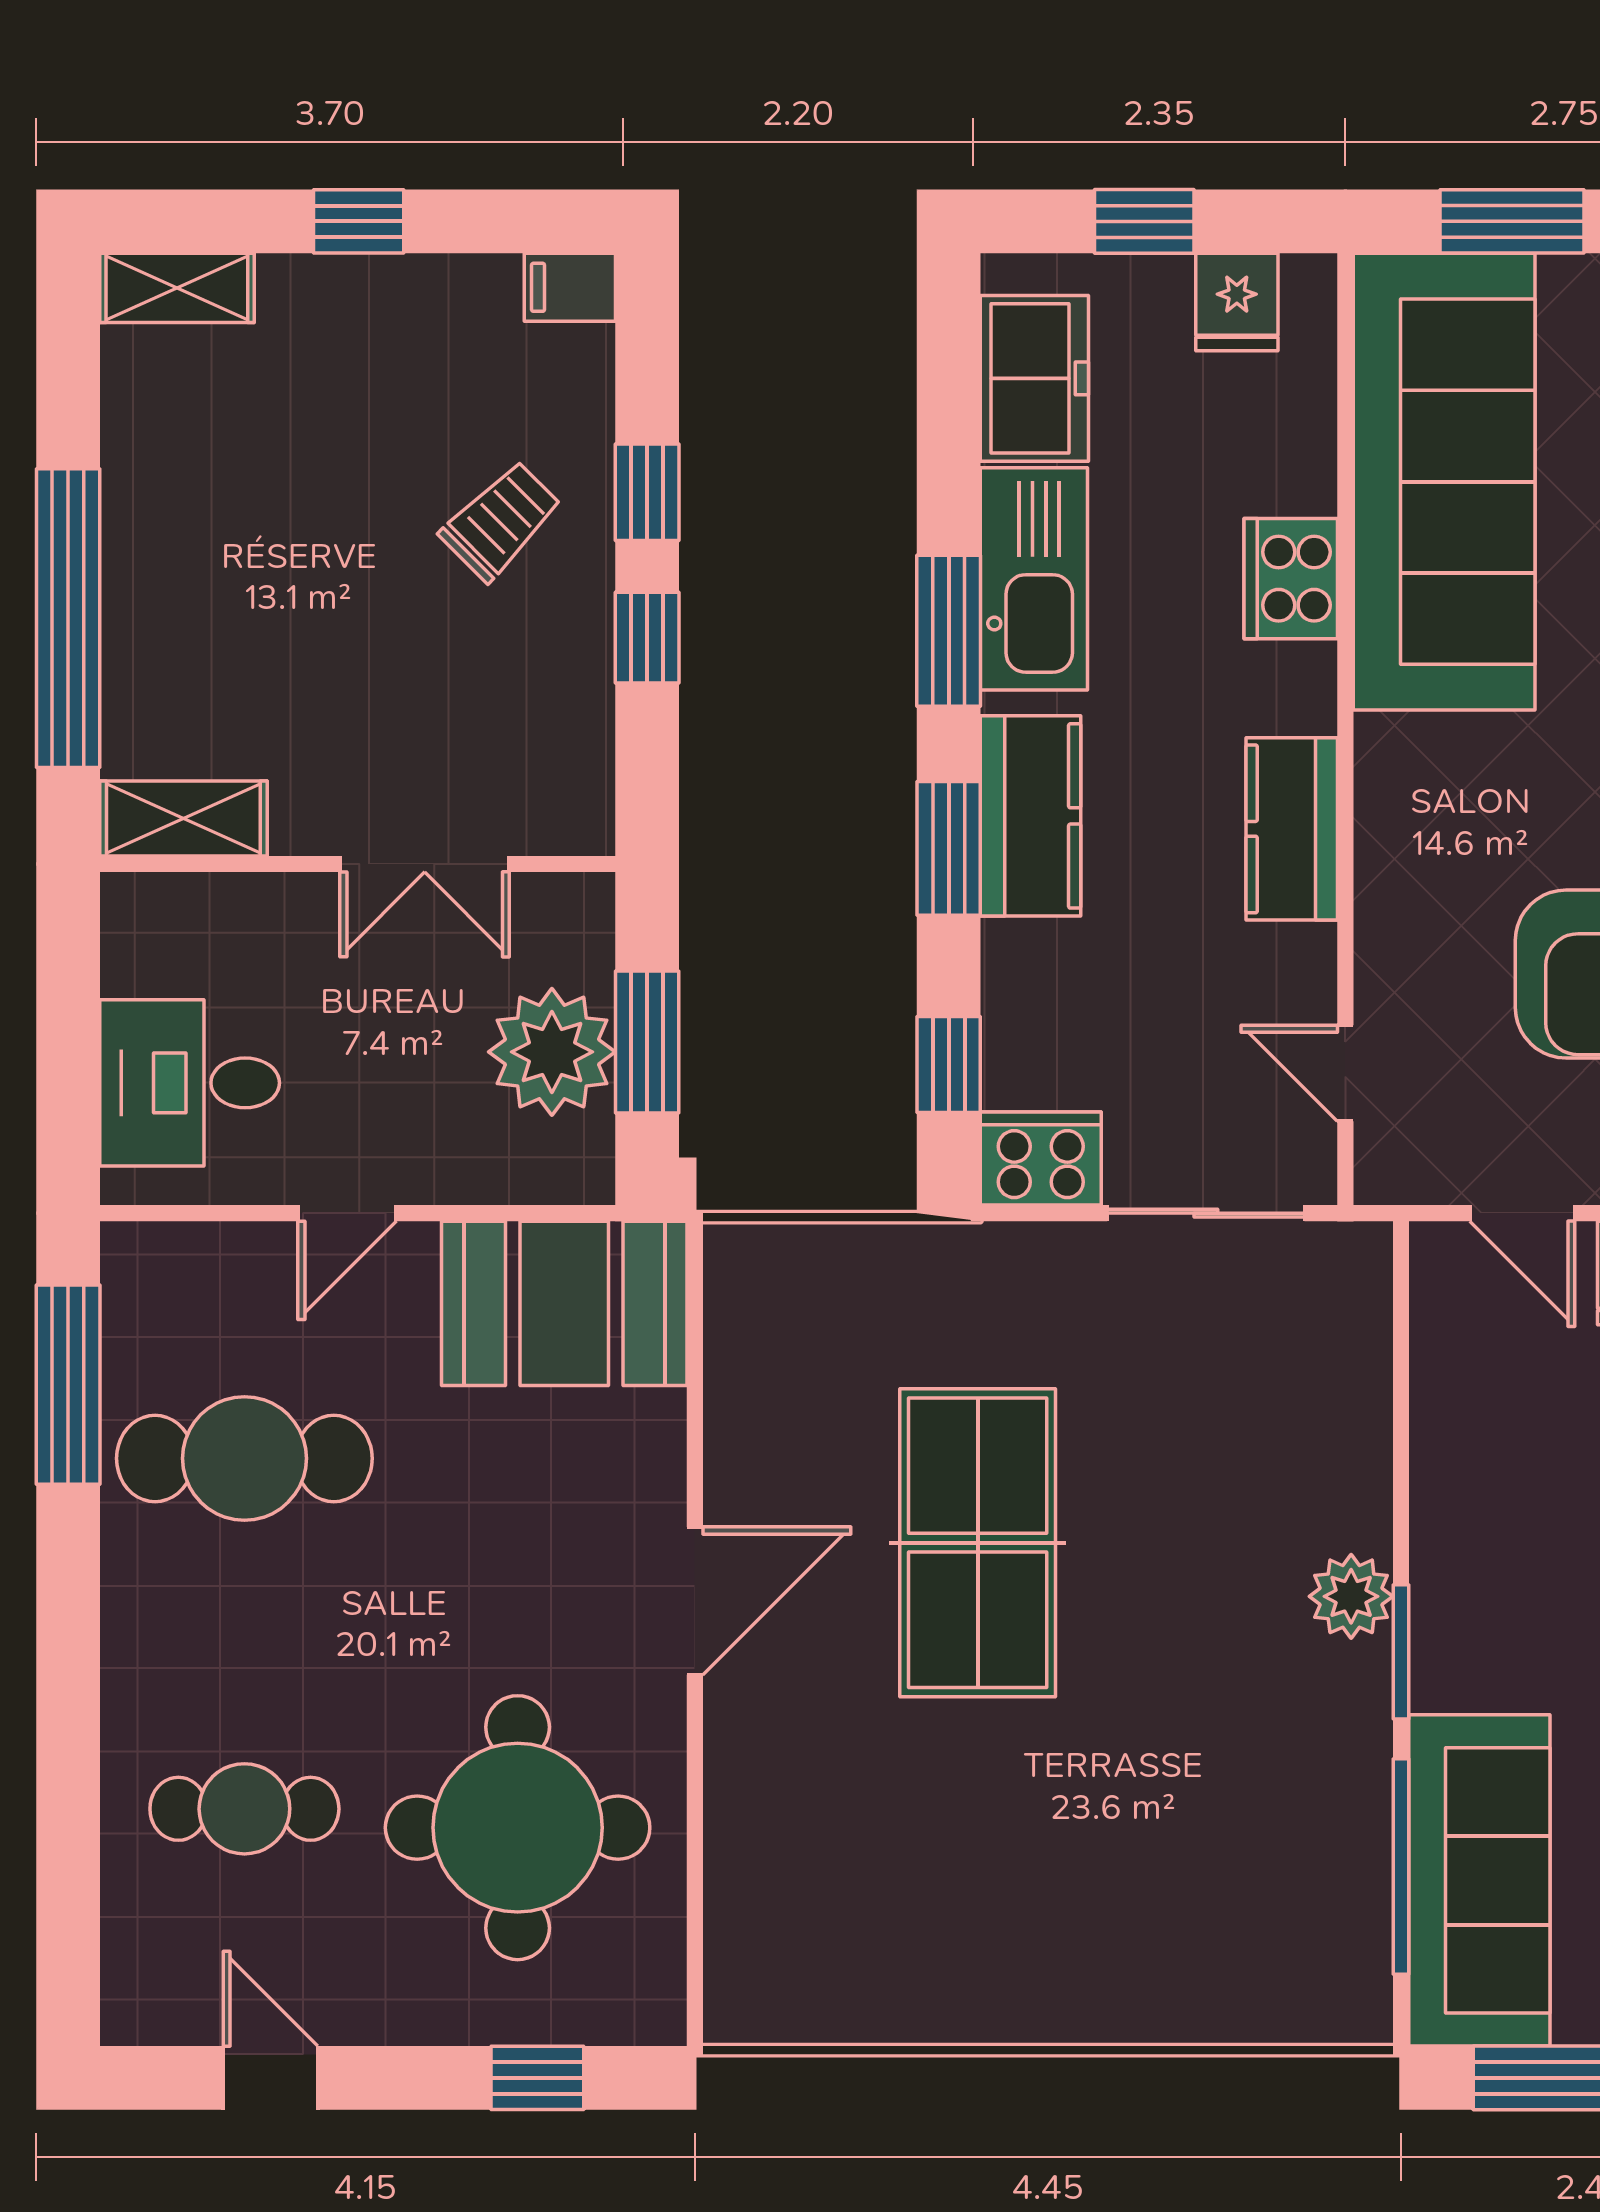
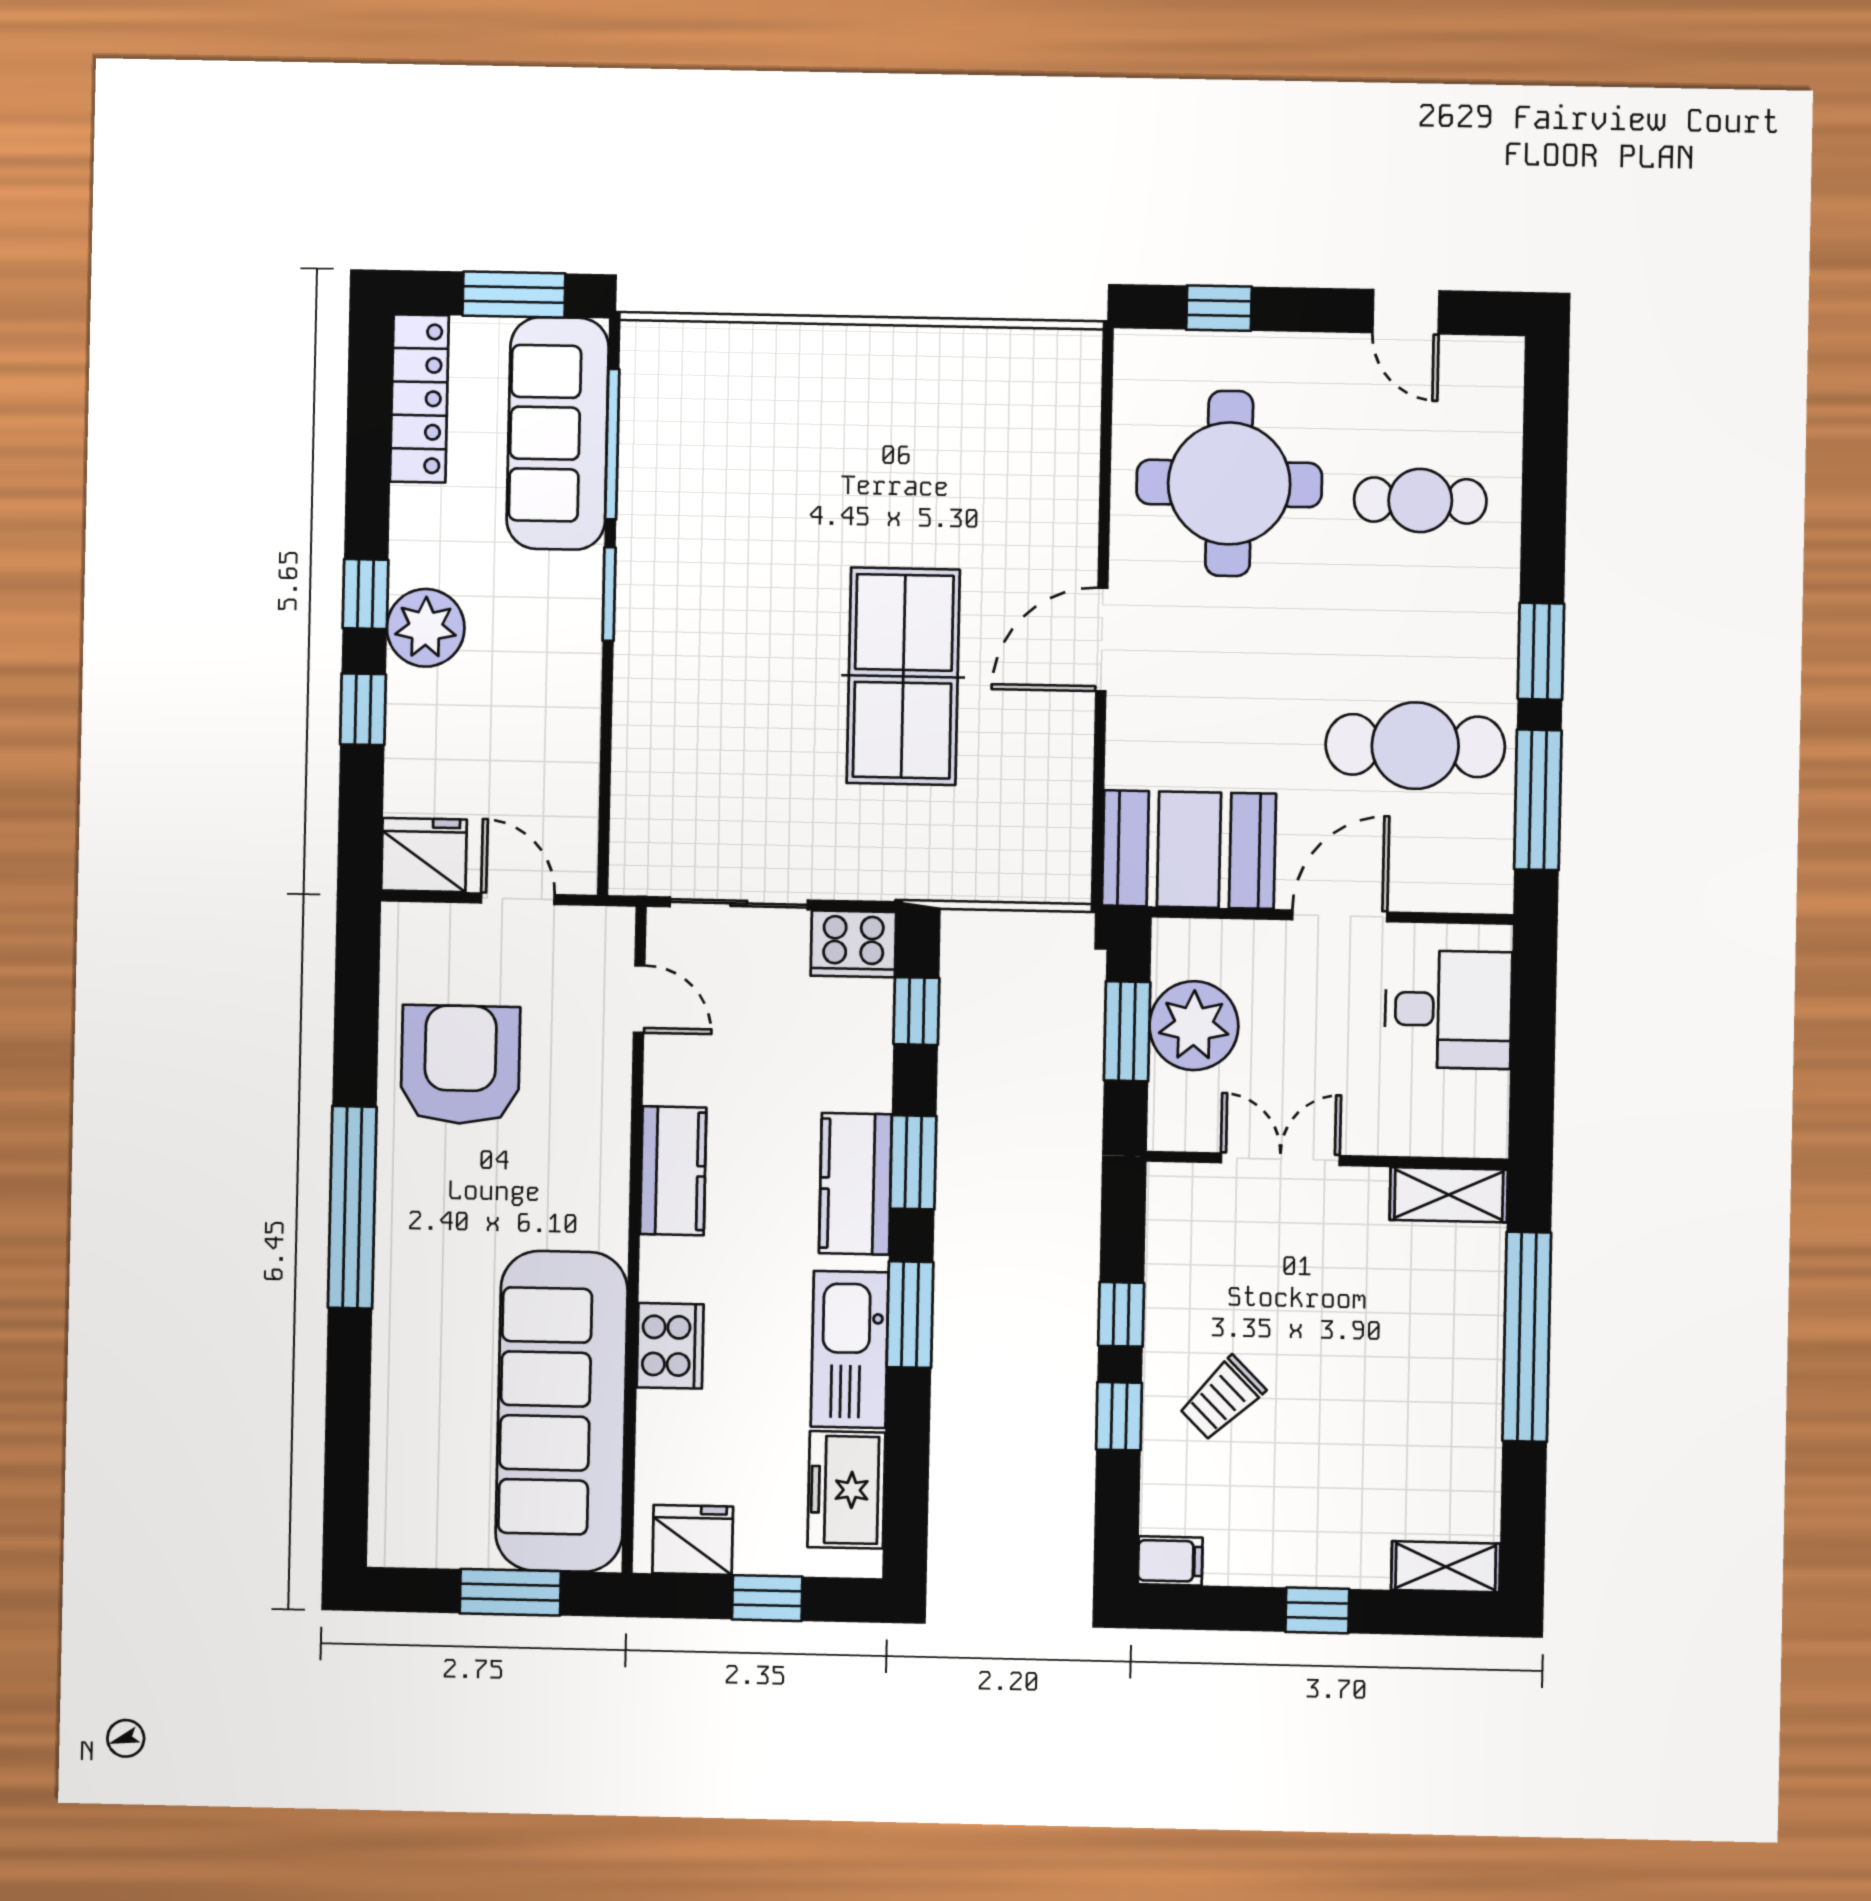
fridge: (1237, 302) -> (693, 1540), width x1.38
door: (347, 1213) -> (1340, 916), width x1.38
plant: (1351, 1596) -> (643, 634), removed
window: (68, 1597) -> (1541, 651), added

